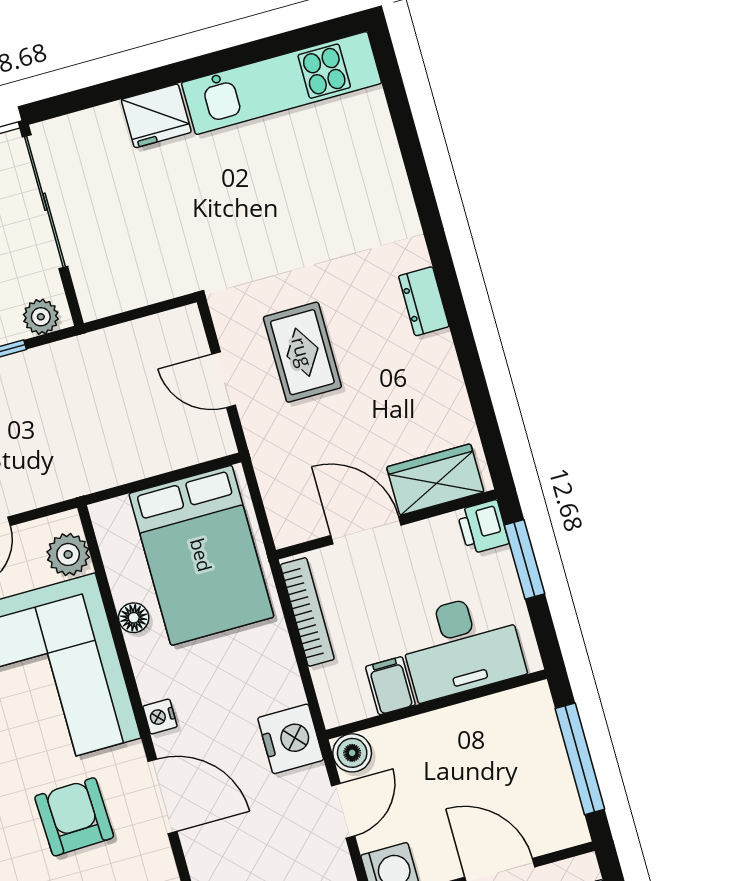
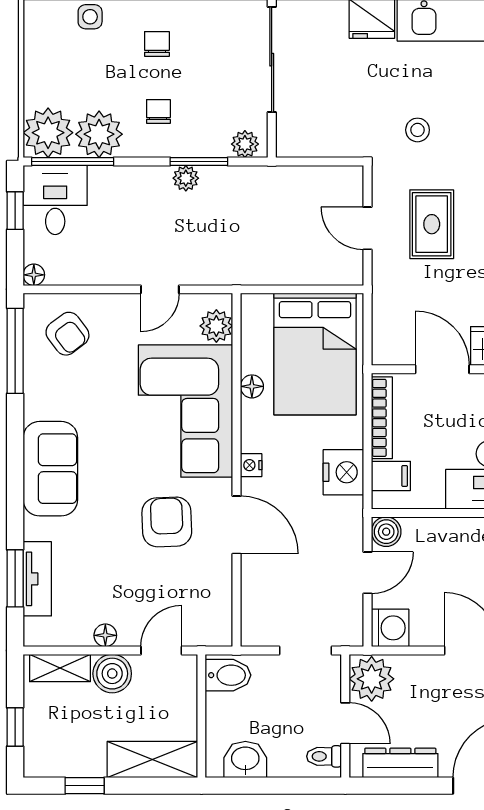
stool: (252, 239) -> (418, 130), added
filing cabinet: (390, 686) -> (391, 476), moved, turned 90
nightstand: (291, 739) -> (343, 472), moved

